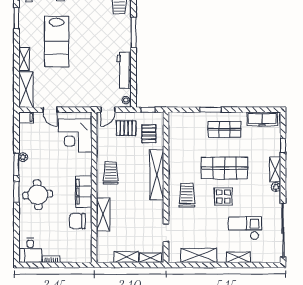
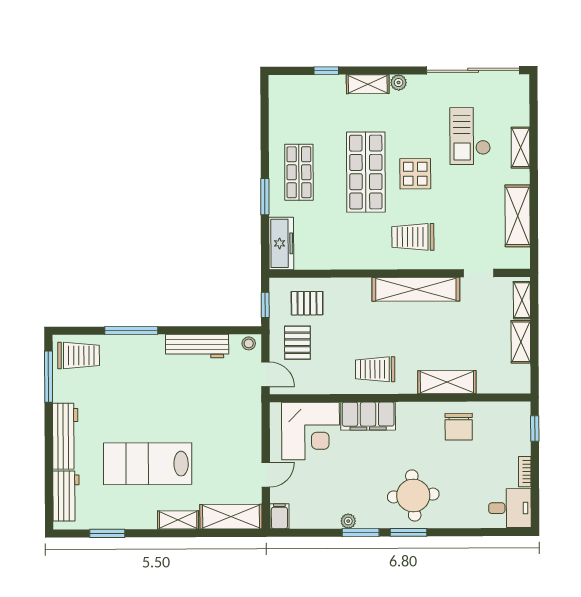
lab bench: (57, 42) -> (148, 464), turned 180
freezer: (262, 119) -> (281, 243), moved
shelving: (157, 175) -> (416, 289), moved
filing cabinet: (84, 192) -> (368, 416), moved
window: (76, 265) -> (535, 428), added

